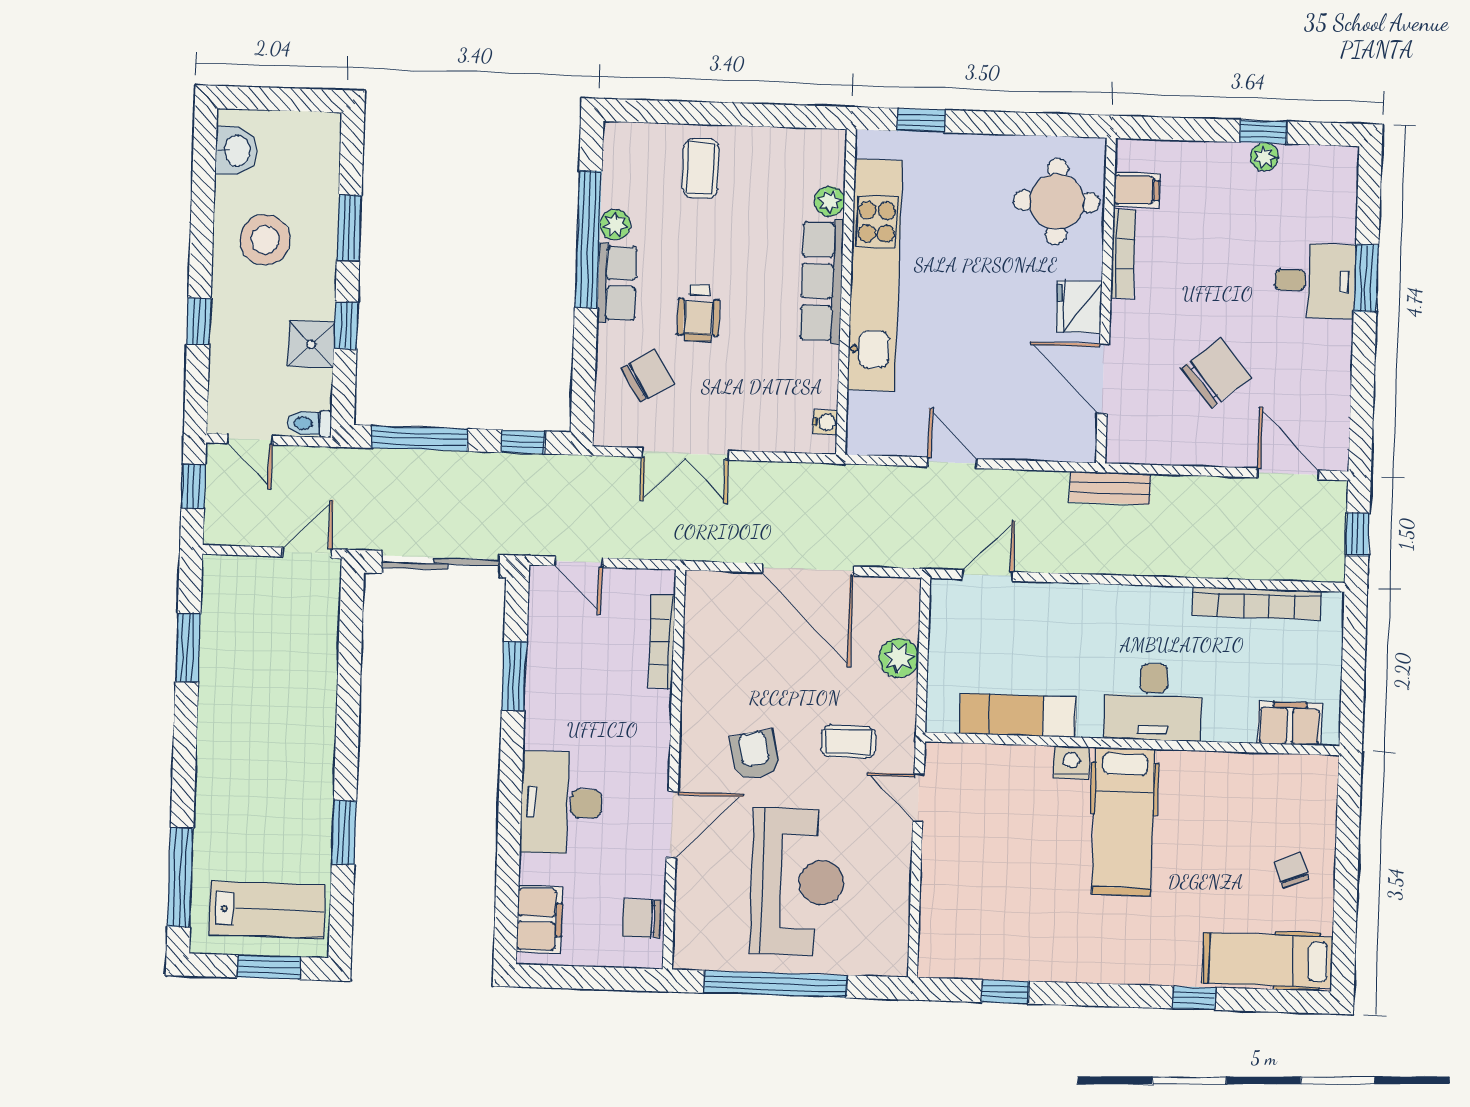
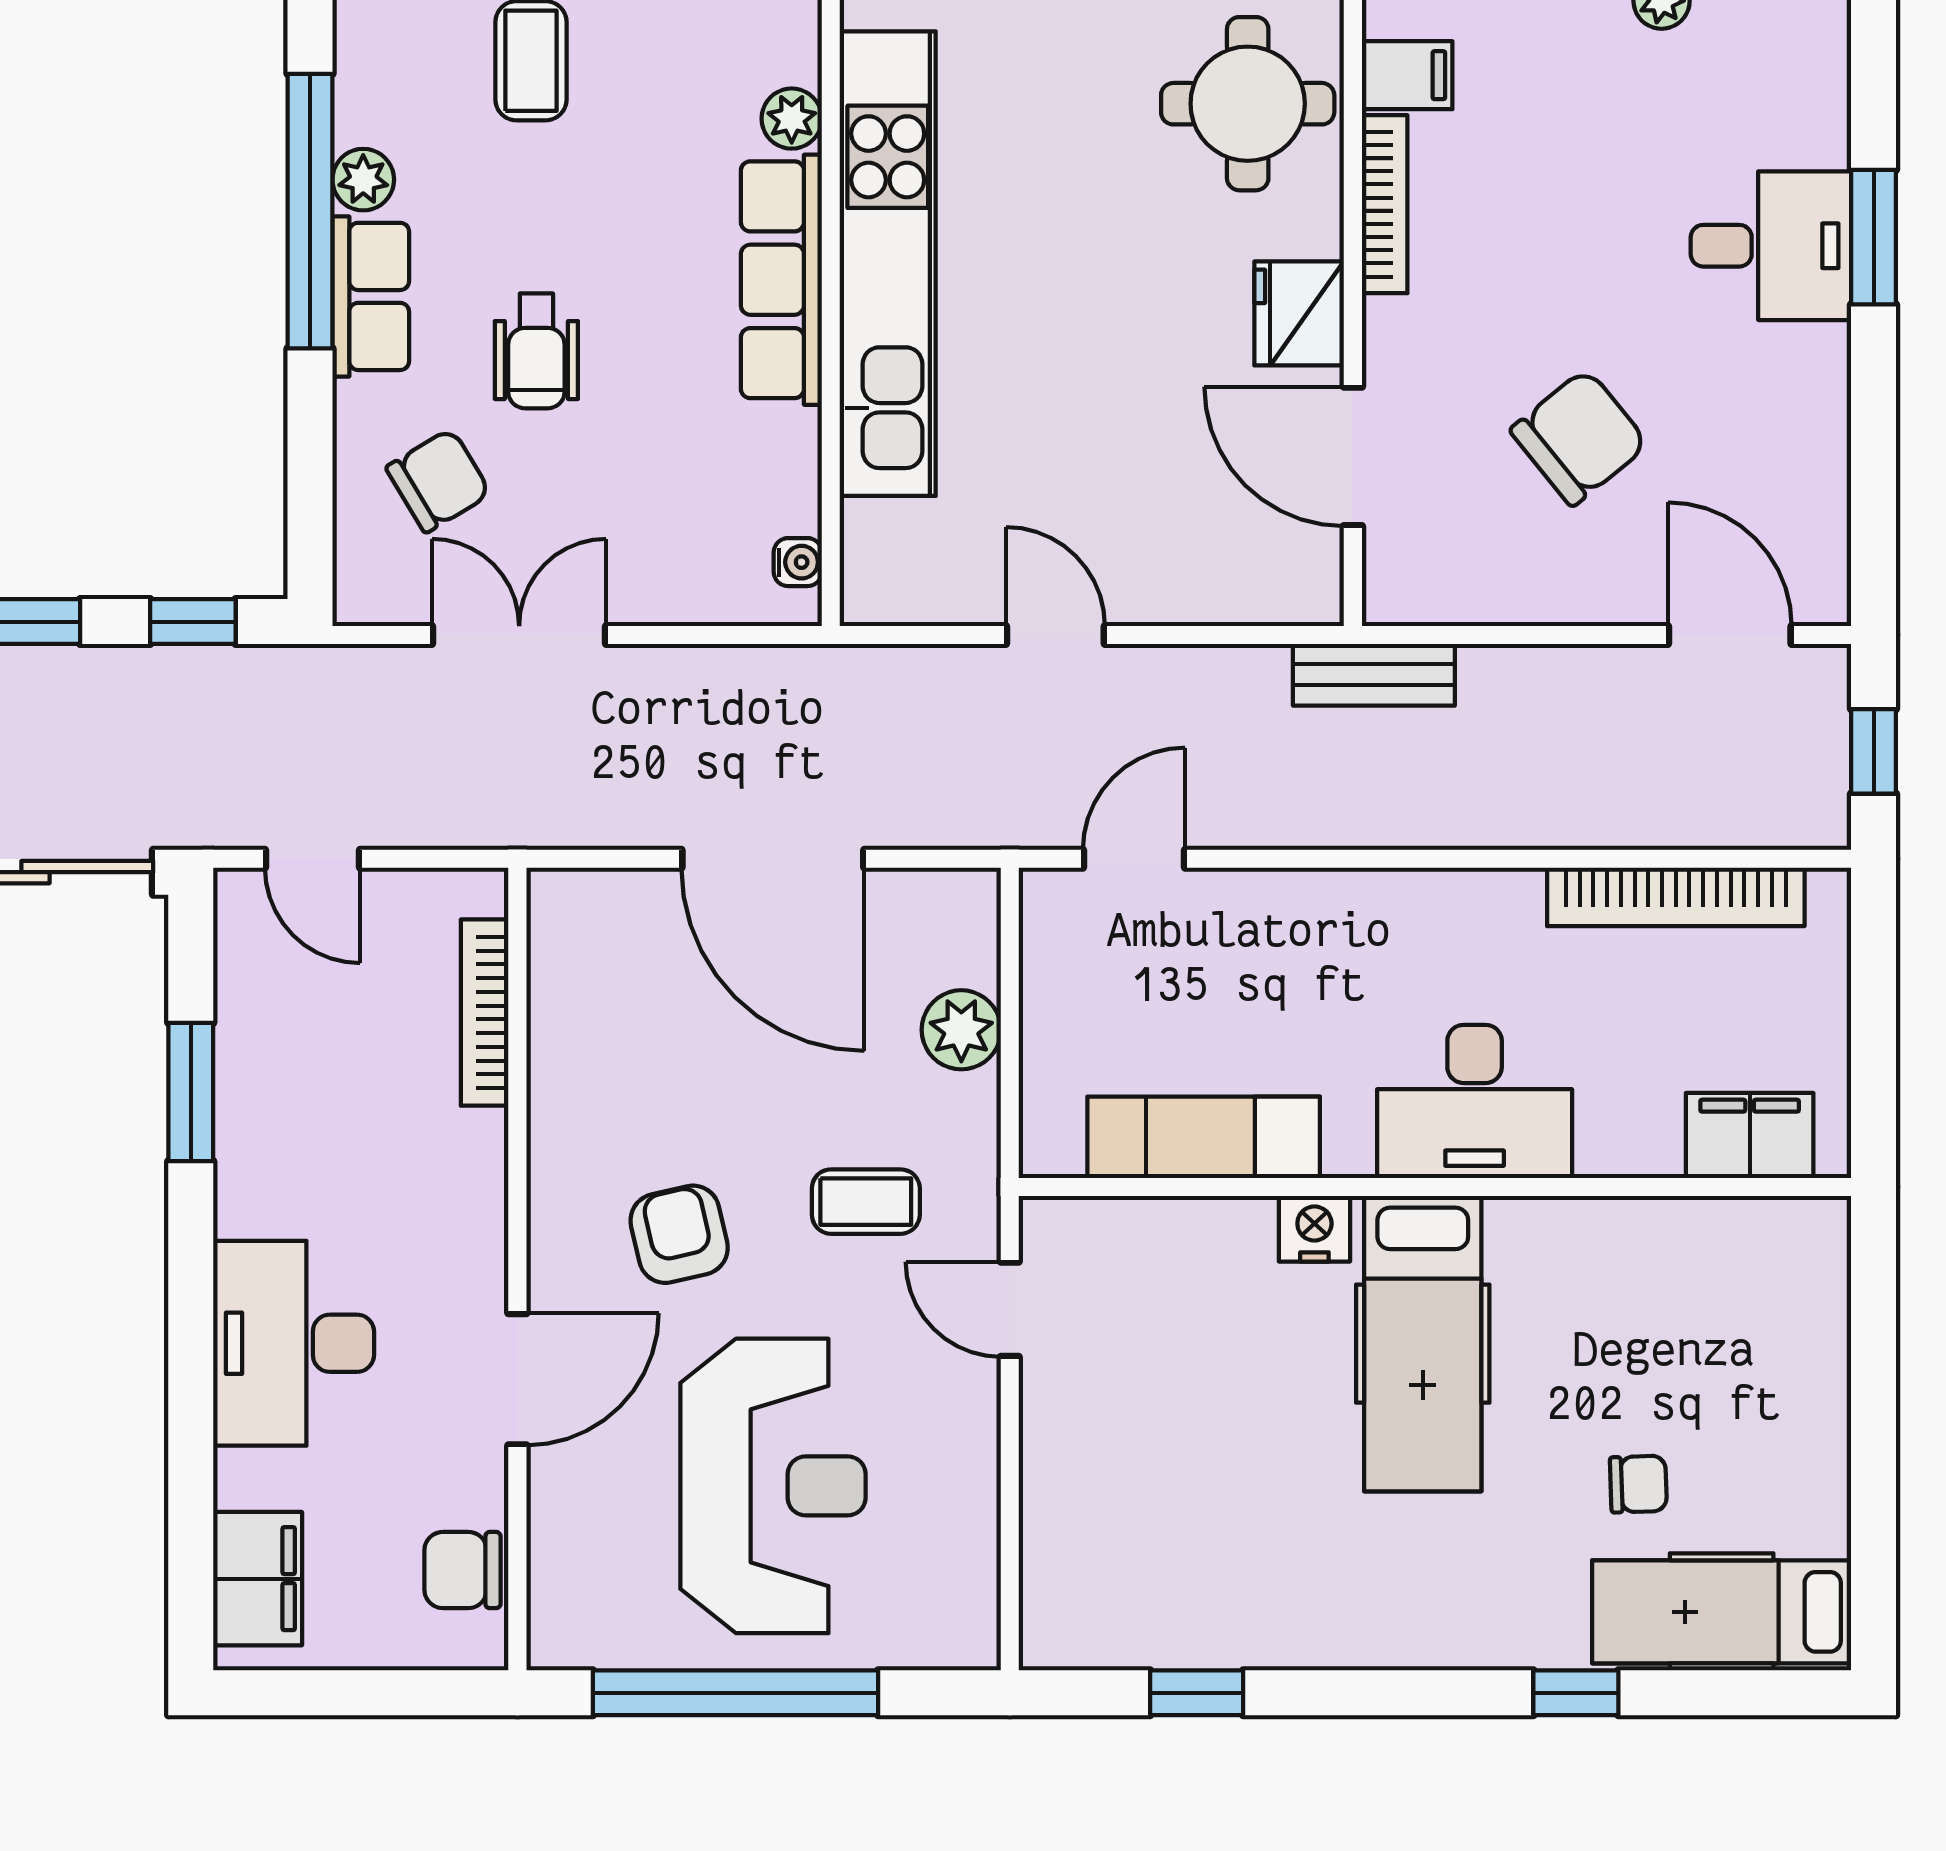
double door: (685, 454) -> (519, 635), swing flipped
chair: (1292, 870) -> (1638, 1484), moved, turned 108

